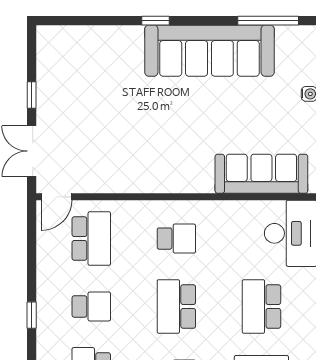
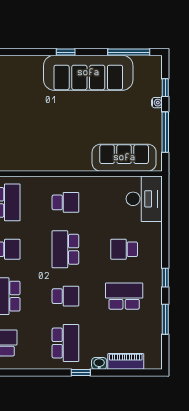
window: (155, 21) -> (66, 52), moved
school desk: (261, 306) -> (124, 249), width x0.54

